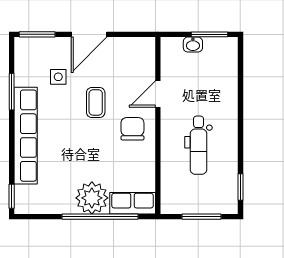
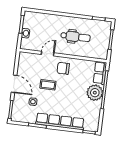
door: (158, 94) -> (48, 54), swing flipped

